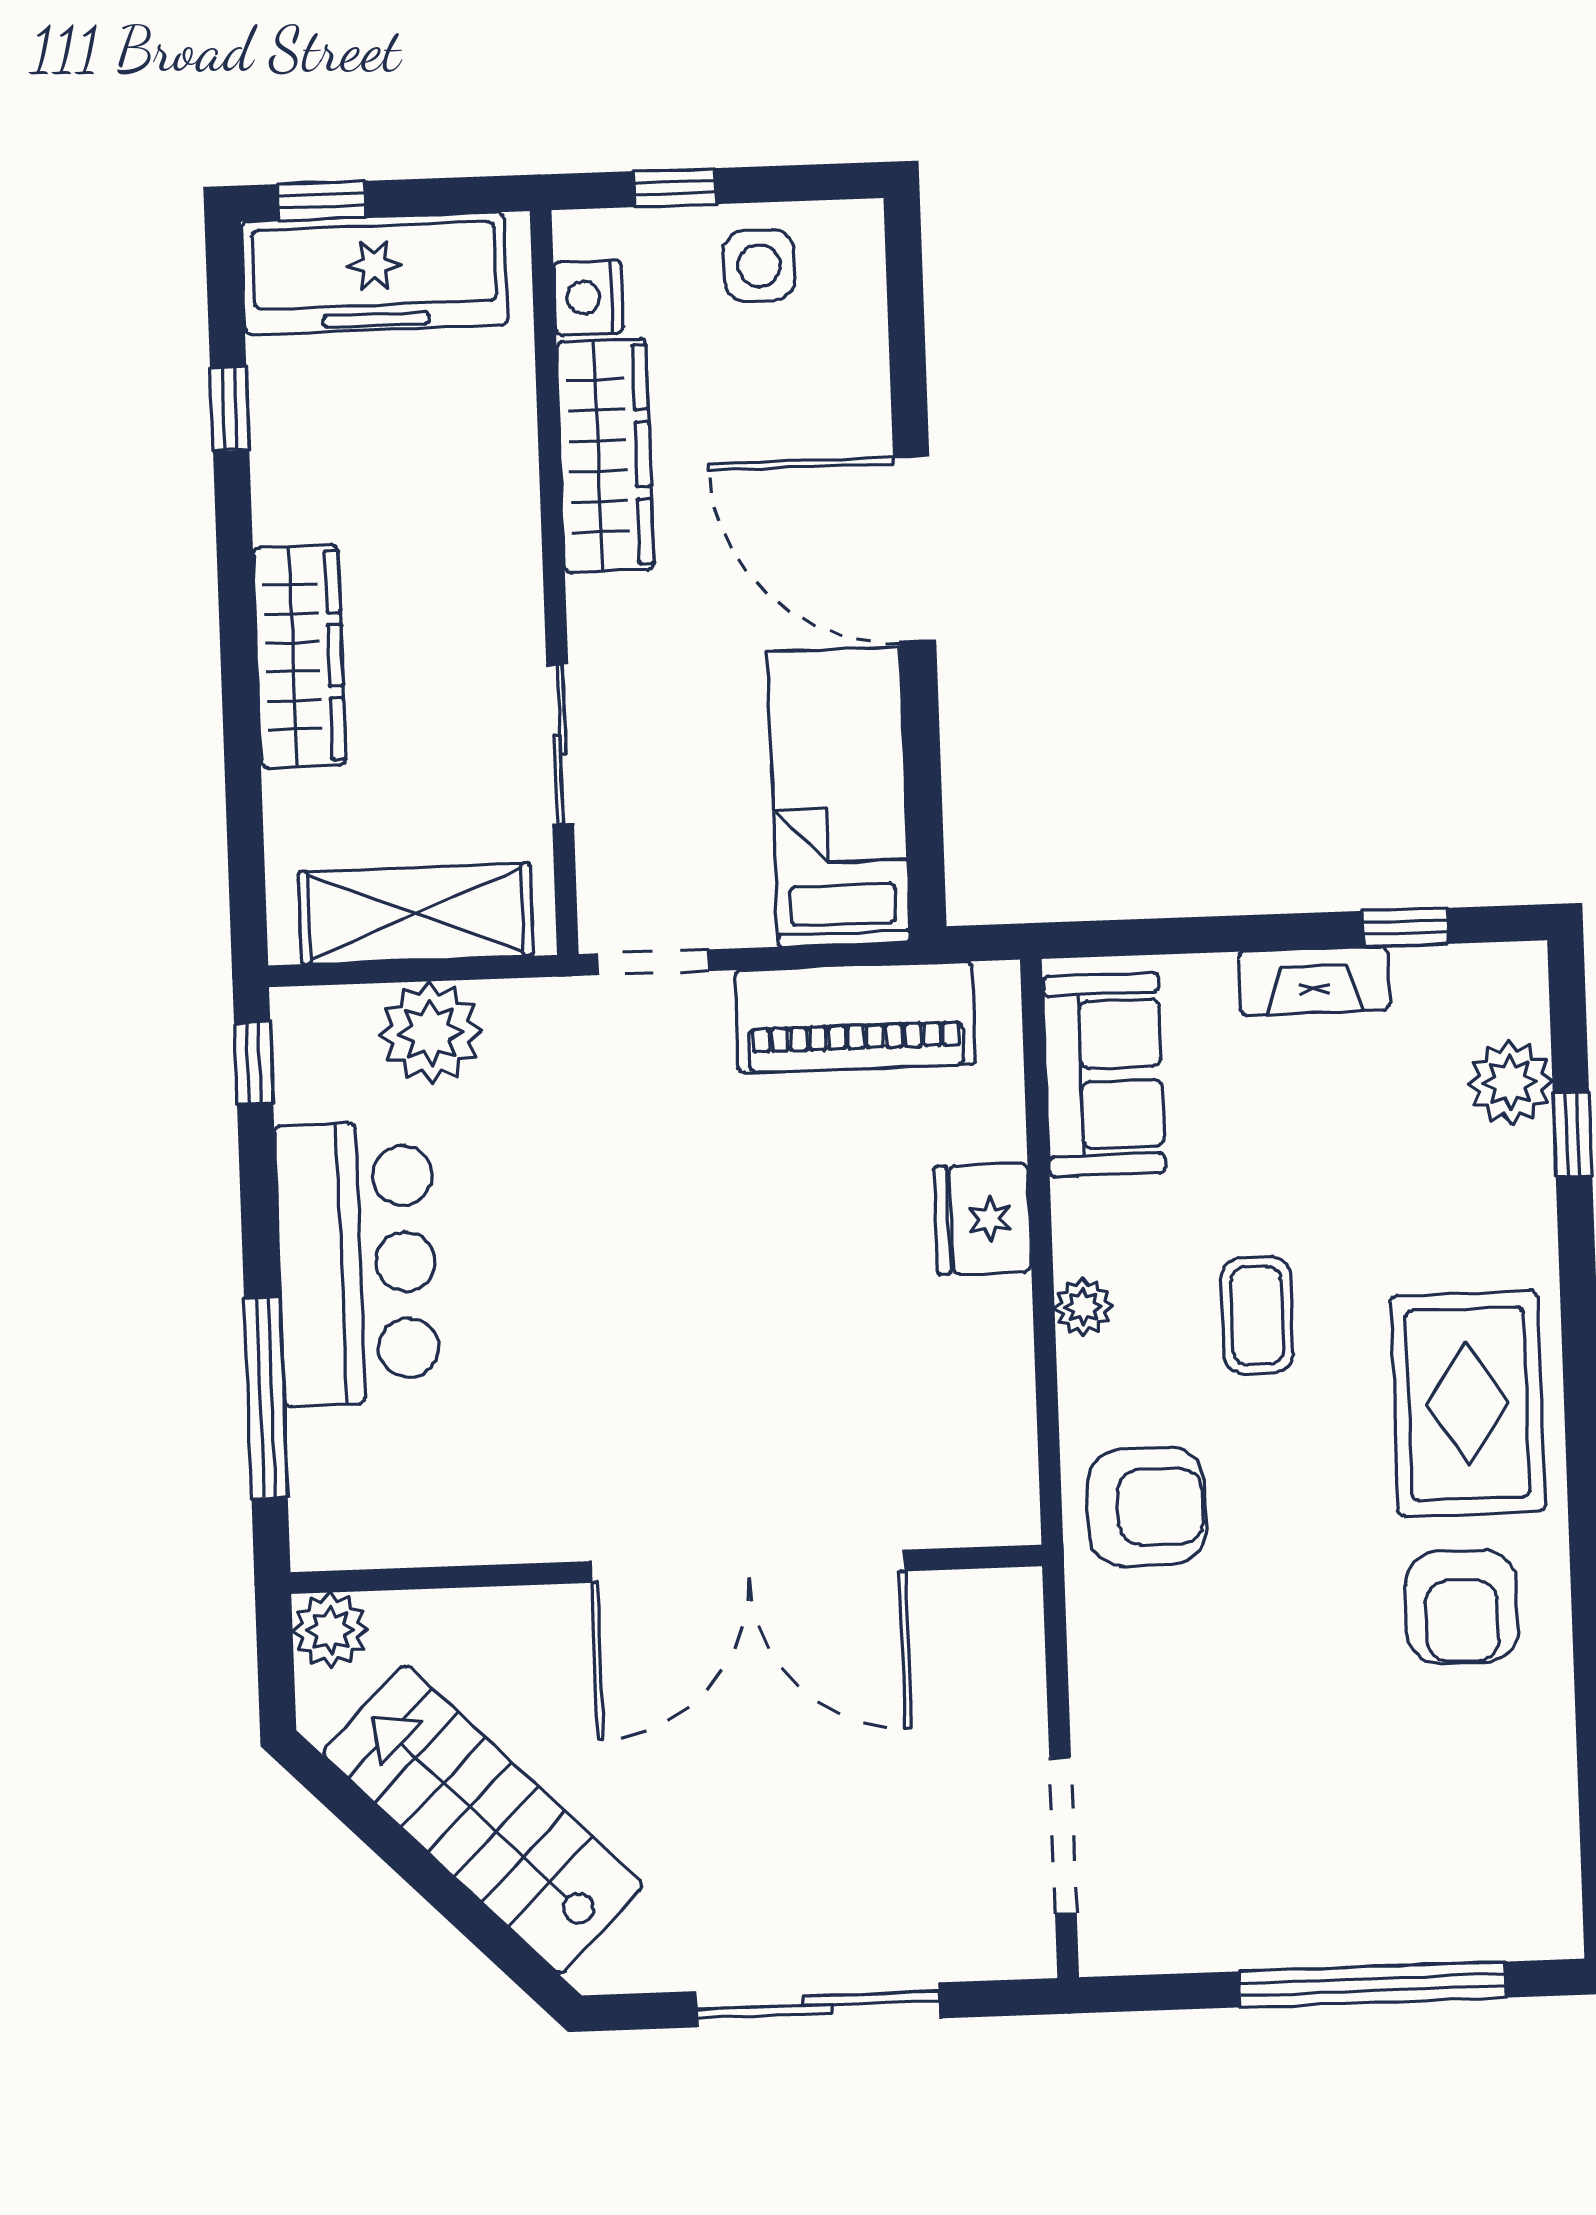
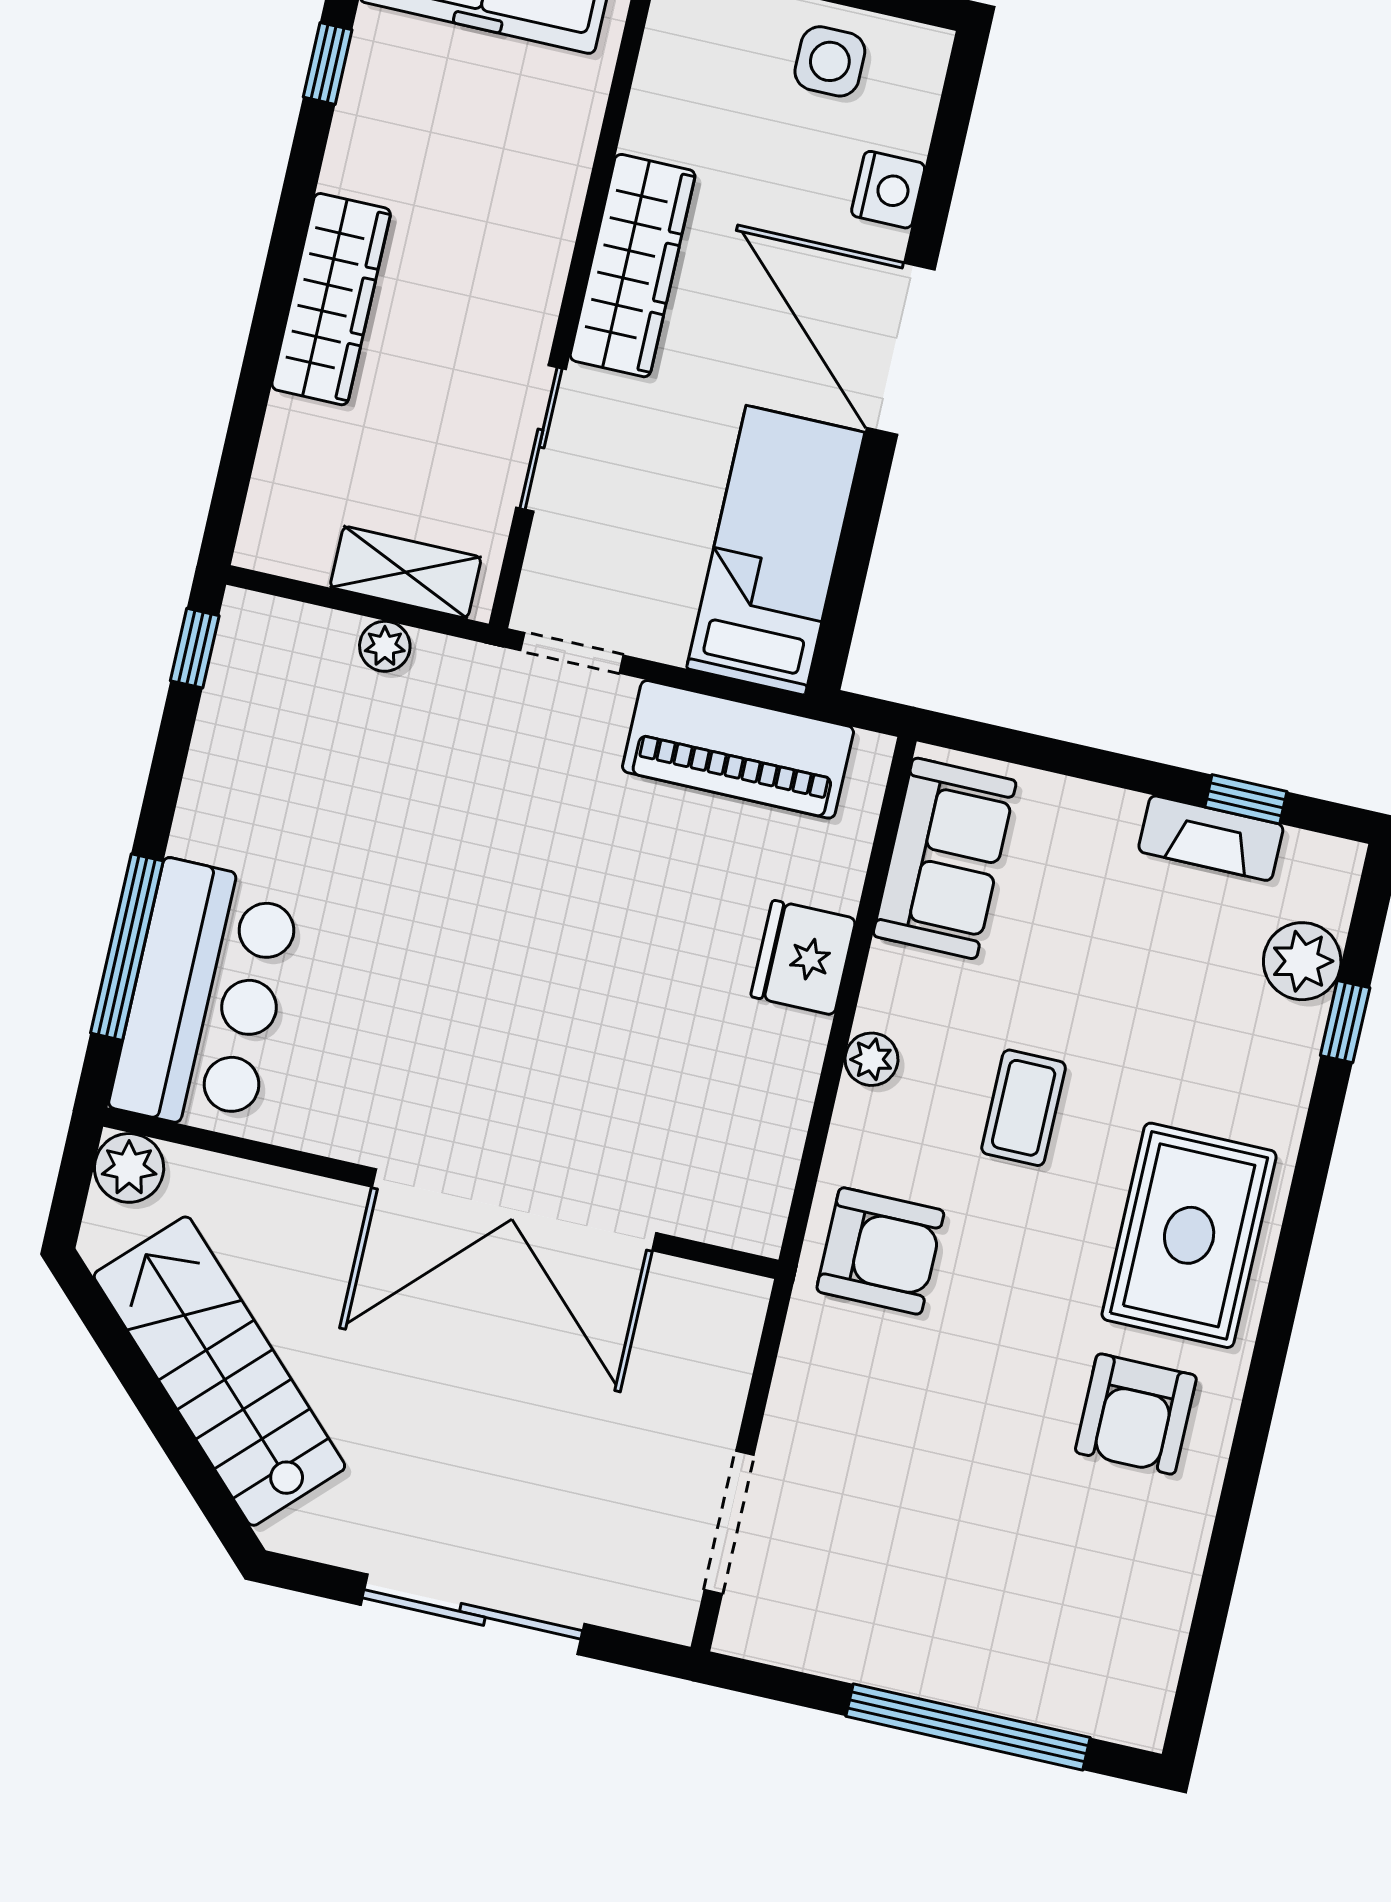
nightstand: (589, 297) -> (888, 190), moved, turned 180
wardrobe: (605, 456) -> (633, 266), moved
shelving: (416, 914) -> (406, 572), width x0.67, depth x0.75
fireplace: (1314, 981) -> (1211, 838), moved
plant: (431, 1033) -> (385, 646), width x0.53, depth x0.53
bar counter: (357, 1263) -> (206, 998), moved

